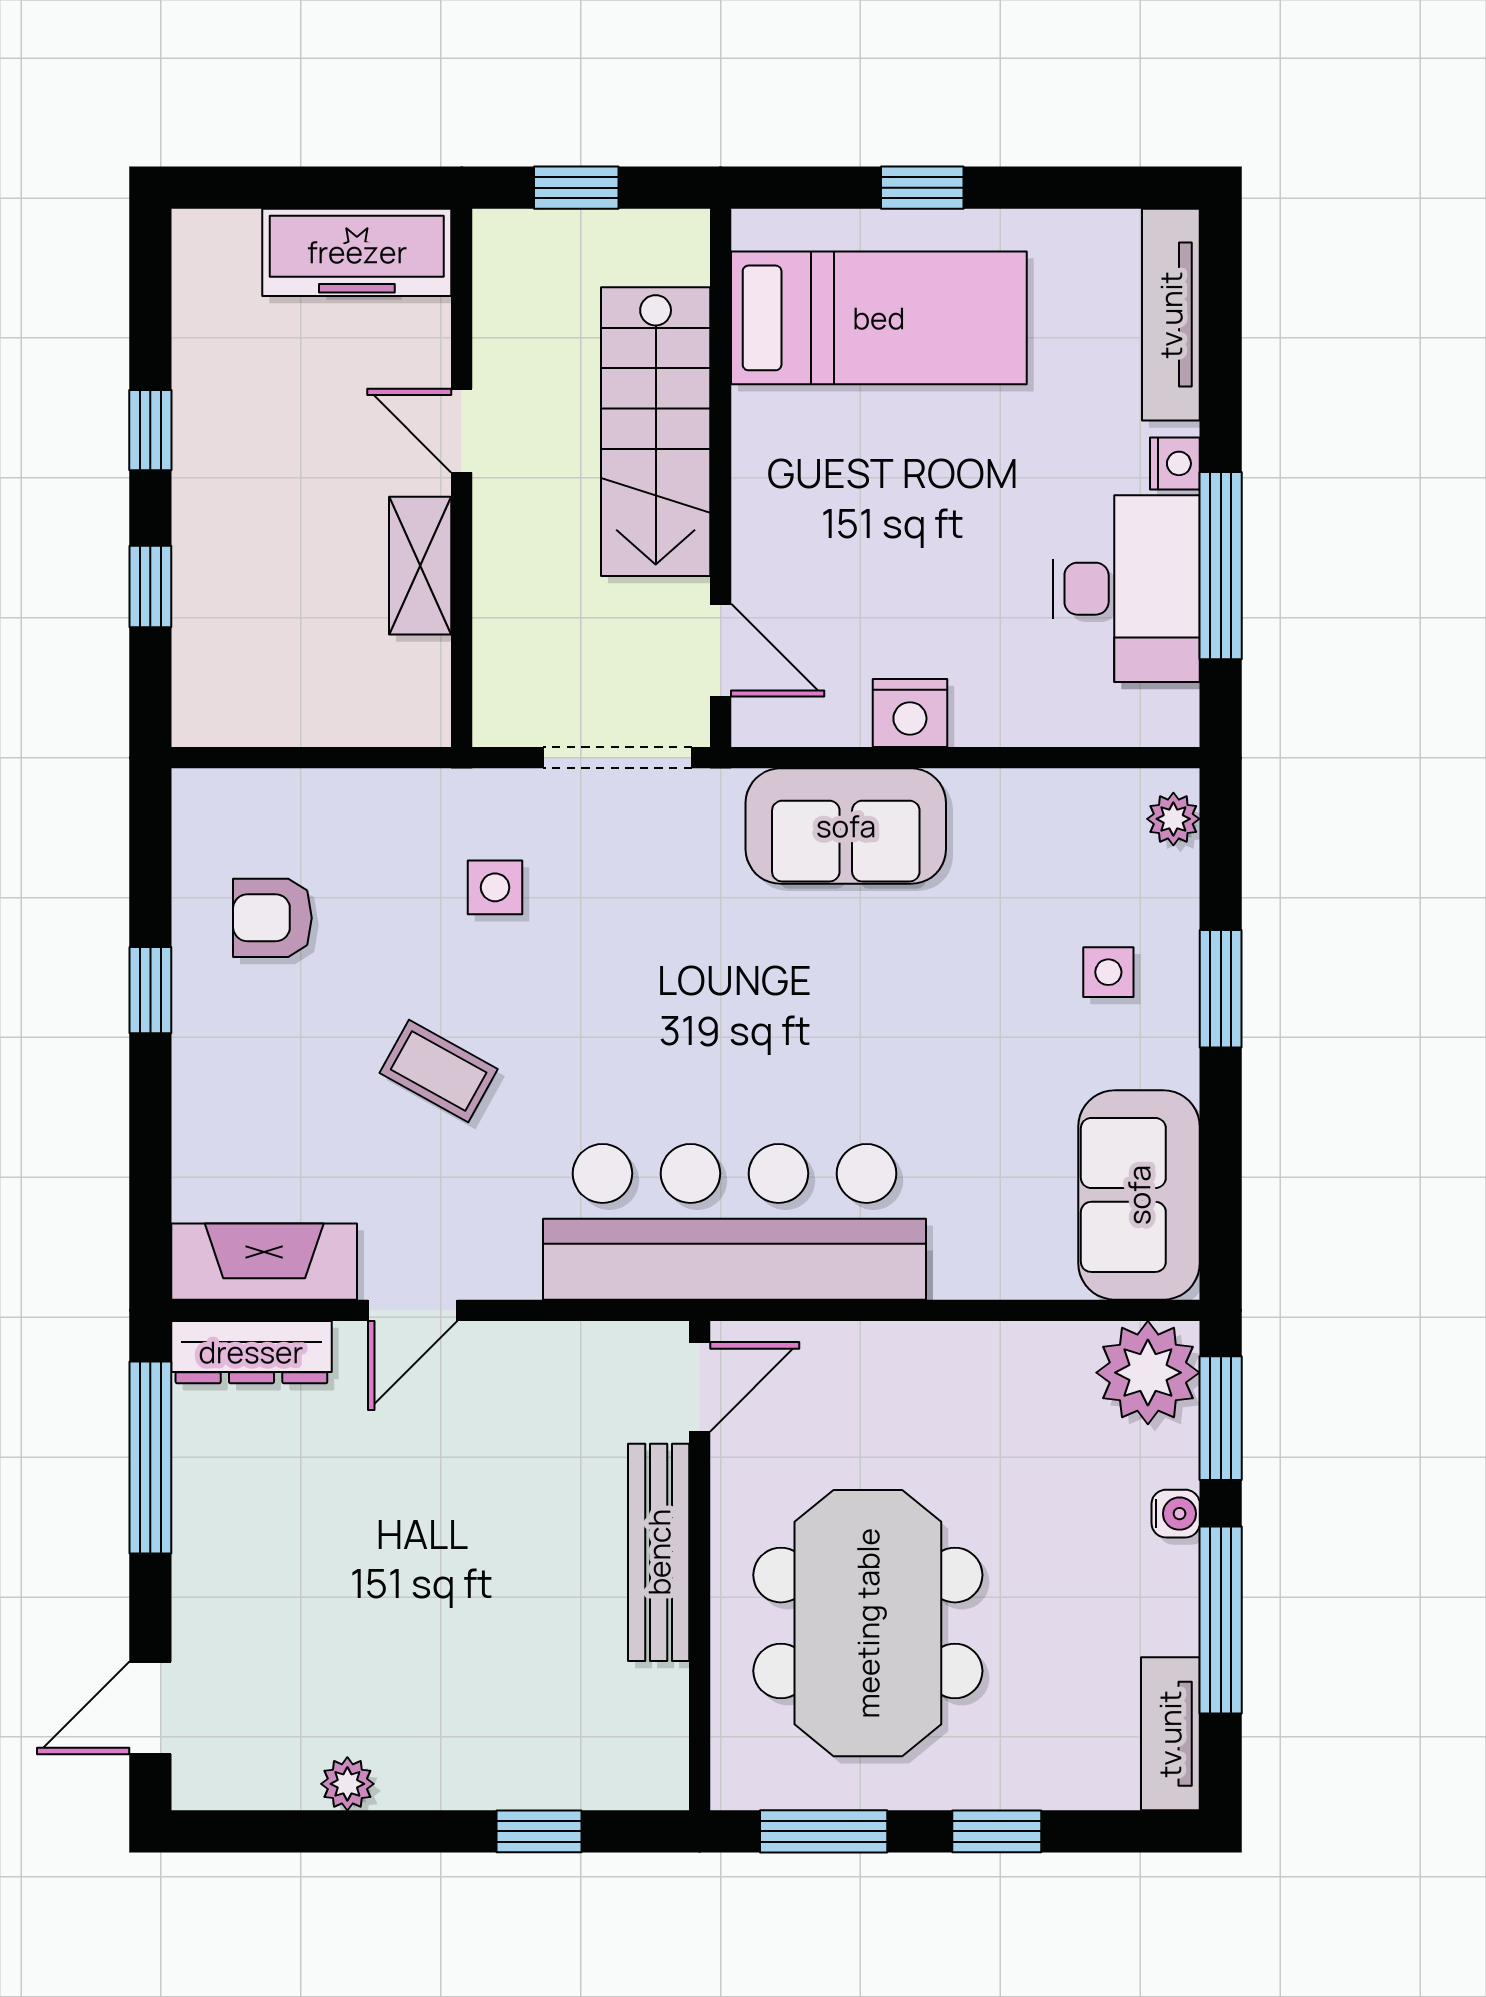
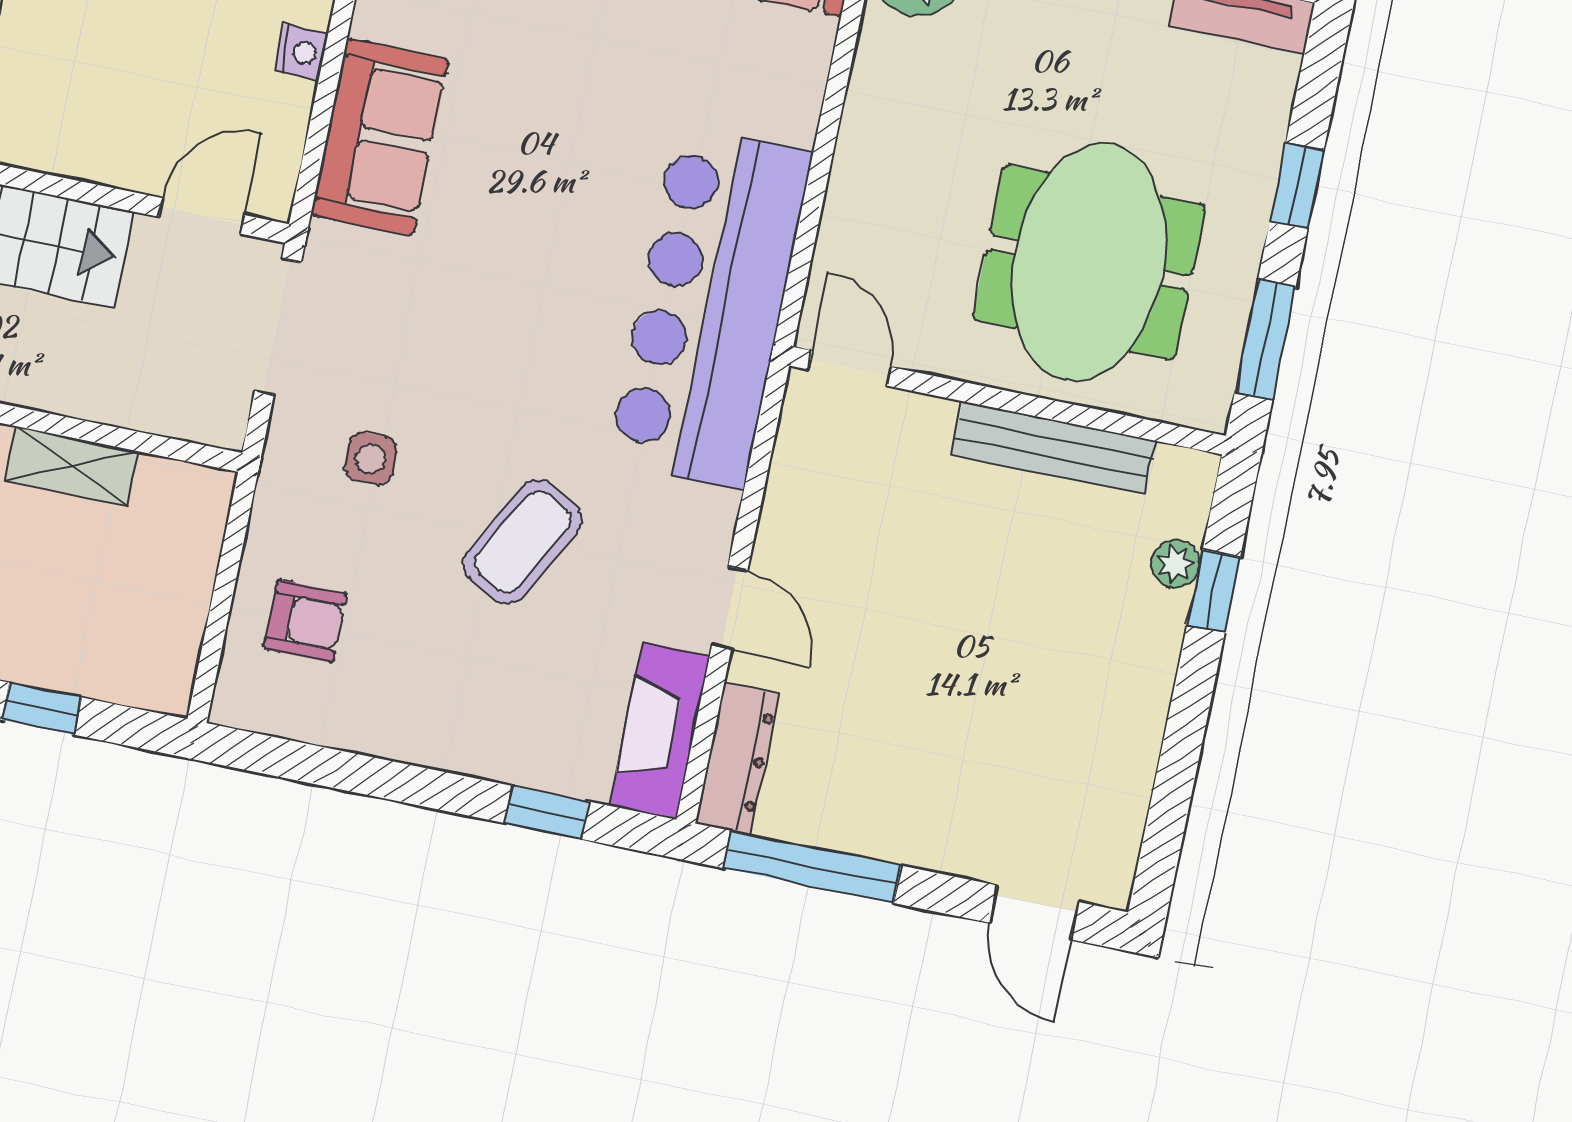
nightstand: (910, 713) -> (301, 52), width x0.72, depth x0.74
armchair: (272, 918) -> (305, 621), moved, turned -90
window: (150, 990) -> (547, 812), moved
coffee table: (439, 1071) -> (523, 542), width x1.36, depth x1.30
bench: (659, 1552) -> (1053, 448), moved
meeting table: (868, 1623) -> (1089, 262), turned 90
plant: (347, 1784) -> (1175, 564), moved

